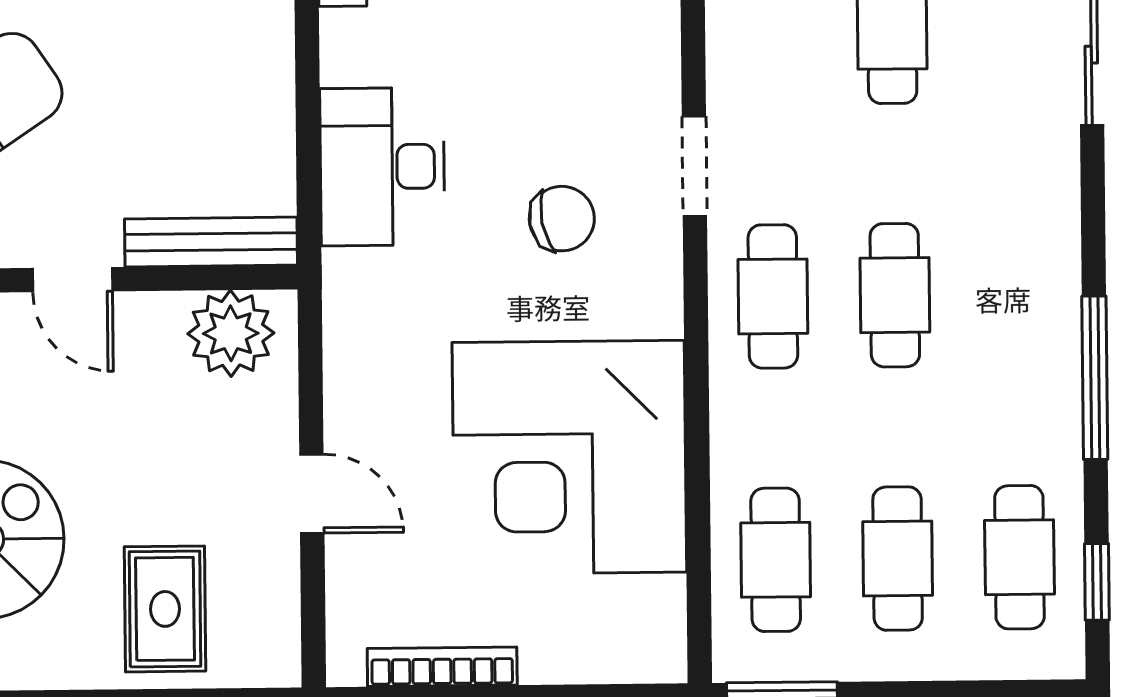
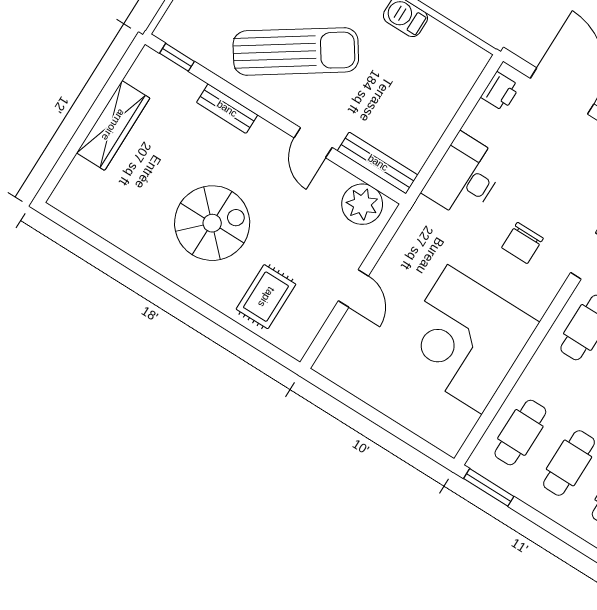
chair: (562, 219) -> (522, 243), turned 101
bookcase: (442, 667) -> (361, 390), removed

